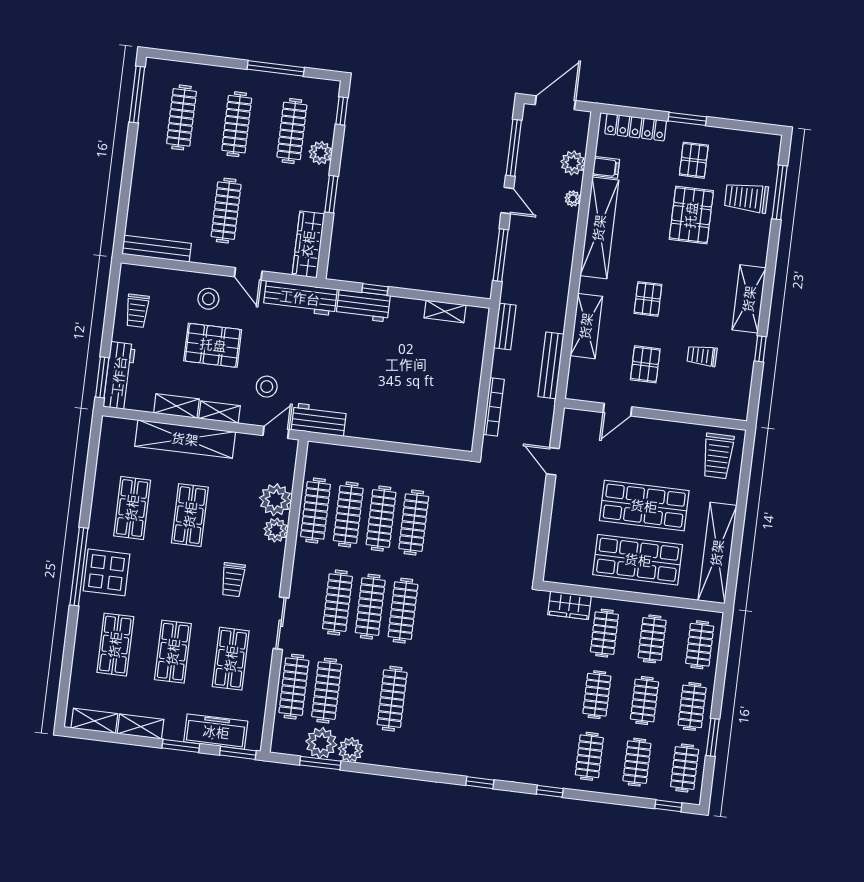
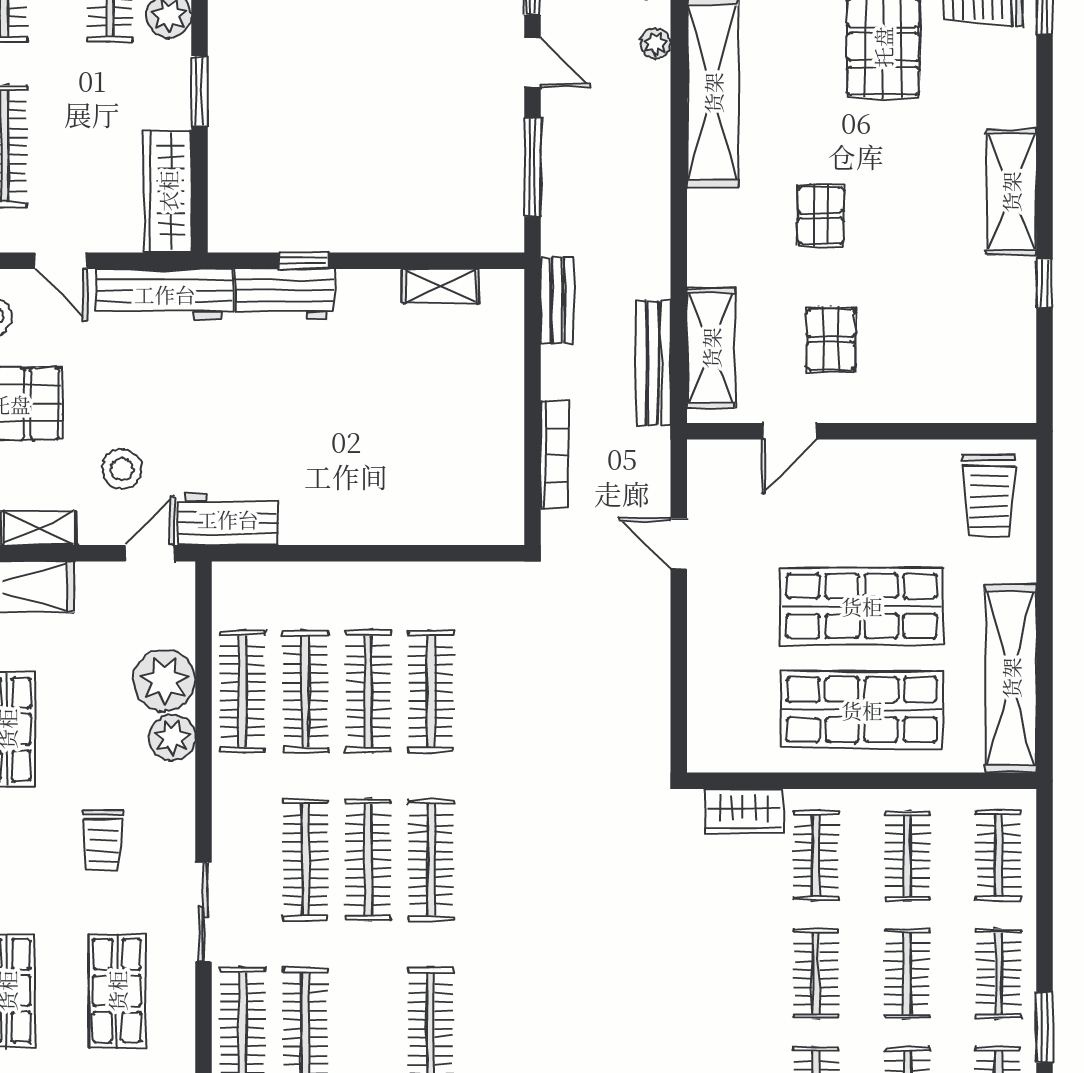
shelving: (586, 326) -> (711, 348), moved
trolley: (702, 356) -> (936, 310), removed

